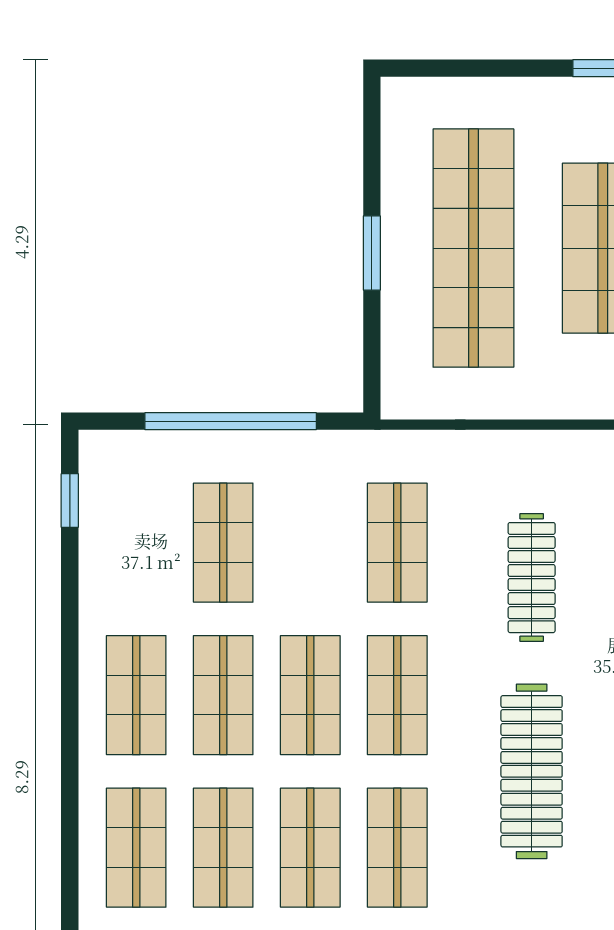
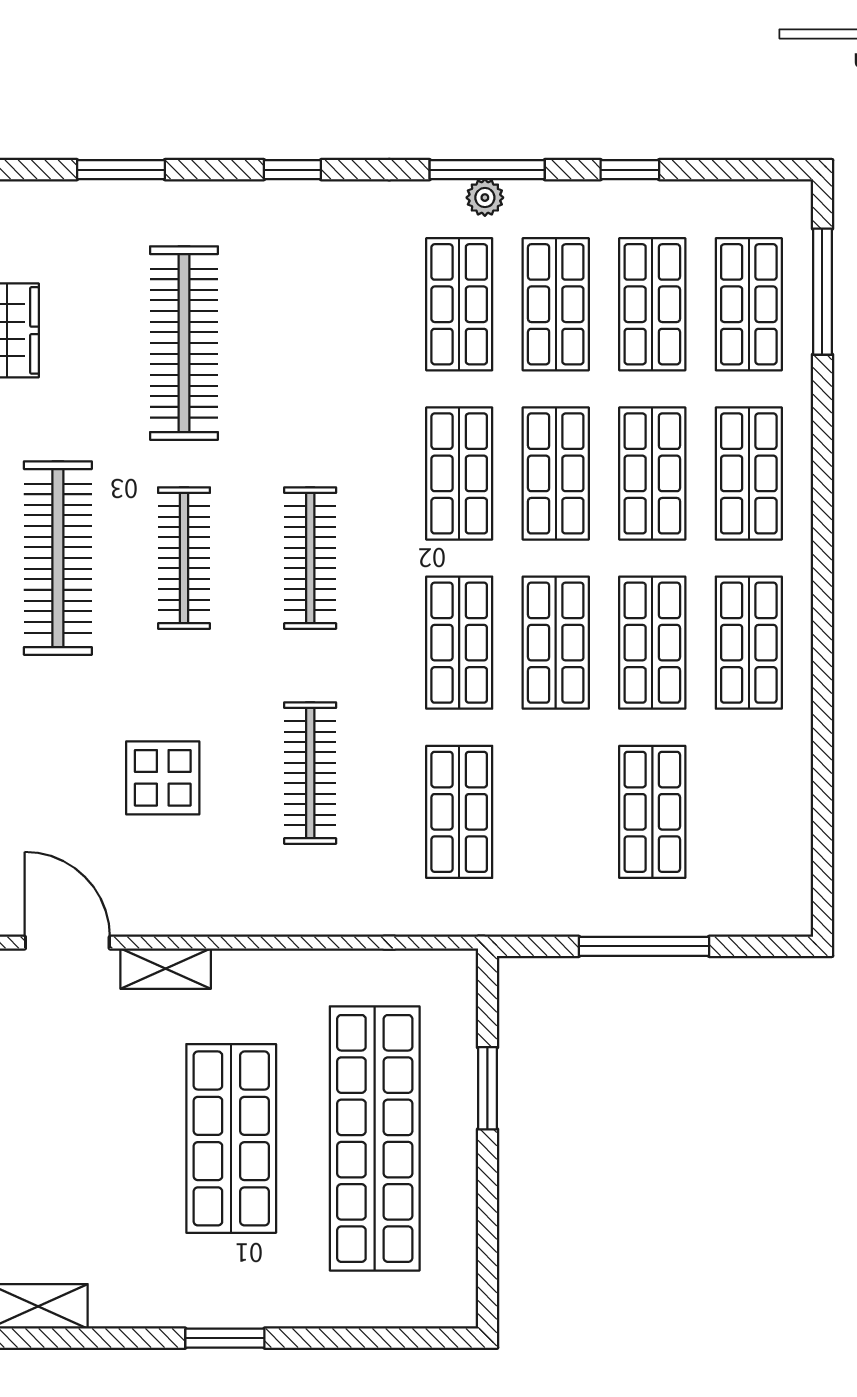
window: (372, 253) -> (487, 1088), moved
window: (231, 421) -> (644, 946), width x0.68
window: (70, 500) -> (822, 859), removed
clothes rail: (532, 771) -> (310, 558), width x0.73, depth x0.76

